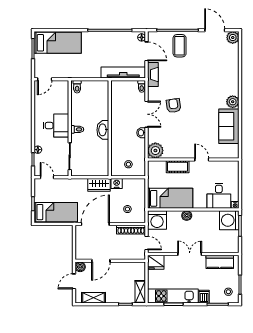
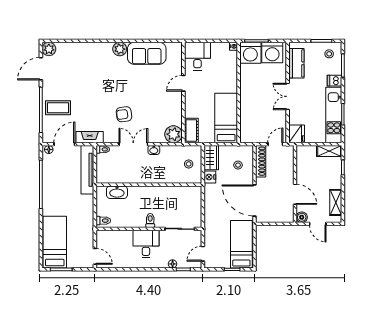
washbasin: (103, 130) -> (117, 192), moved
cot: (178, 167) -> (191, 130), moved
wardrobe: (99, 185) -> (211, 158), moved
desk: (219, 196) -> (197, 56), moved, turned -90
boiler: (187, 216) -> (245, 100), removed
washing machine: (157, 220) -> (272, 53), moved, turned 90

